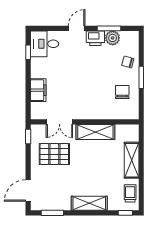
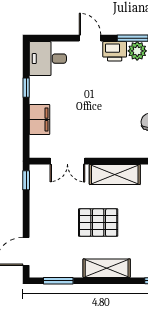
door: (77, 28) -> (90, 38), hinge flipped
window: (28, 52) -> (26, 88), moved
pallet: (54, 154) -> (98, 223), moved

